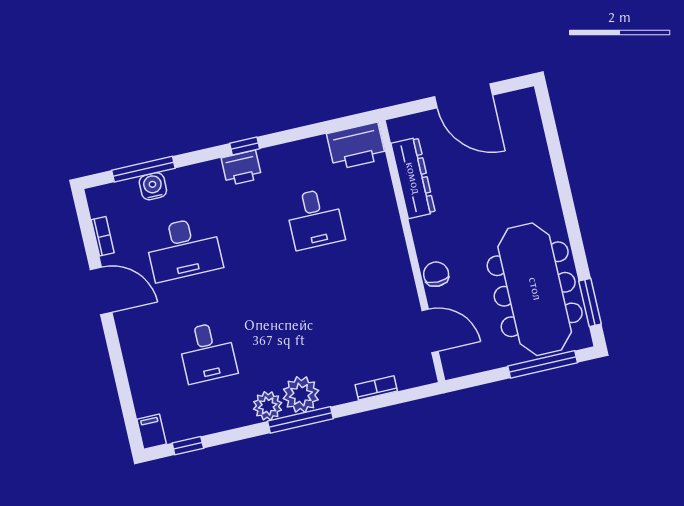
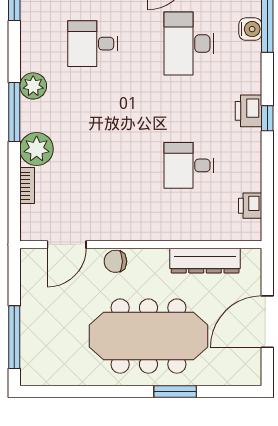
printer: (356, 146) -> (250, 206), width x0.53, depth x0.68
chair: (436, 274) -> (115, 261), turned 180
meeting table: (535, 289) -> (148, 336), moved
window: (590, 303) -> (175, 392), moved
plant: (301, 394) -> (37, 149), moved

